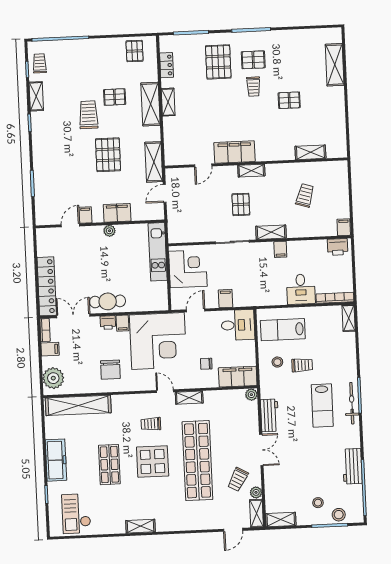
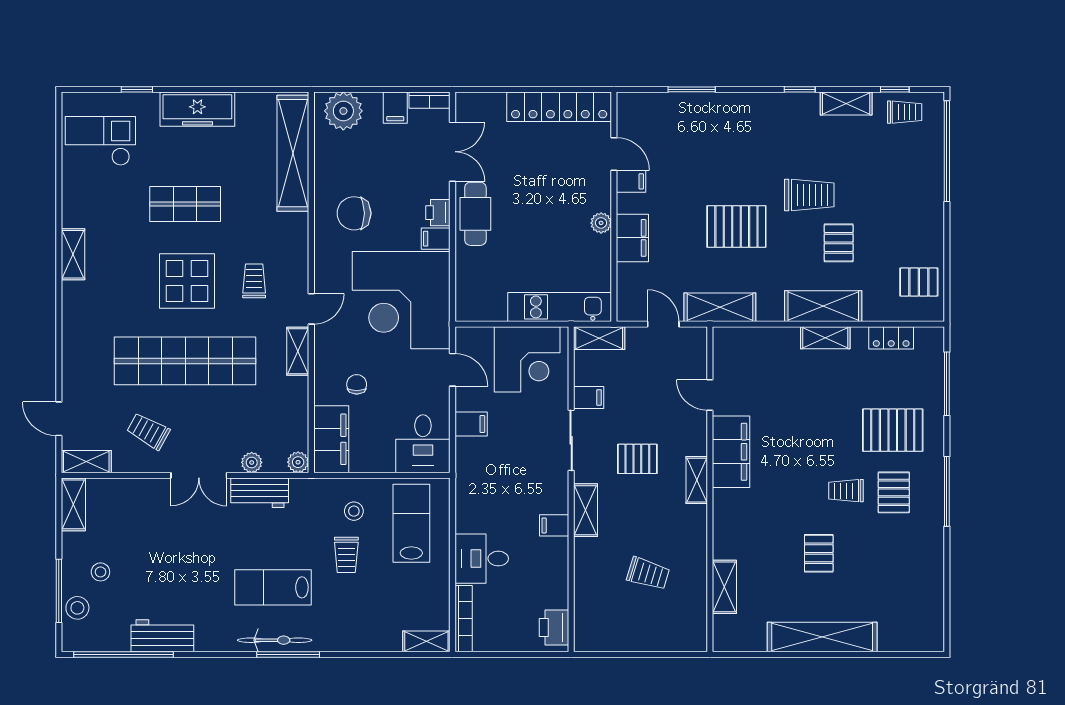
shelving: (335, 65) -> (822, 637), moved, width x1.47
filing cabinet: (344, 227) -> (589, 397), moved
shelving: (174, 229) -> (599, 338), added
locker: (47, 286) -> (559, 107), moved
plant: (256, 492) -> (252, 462), moved

